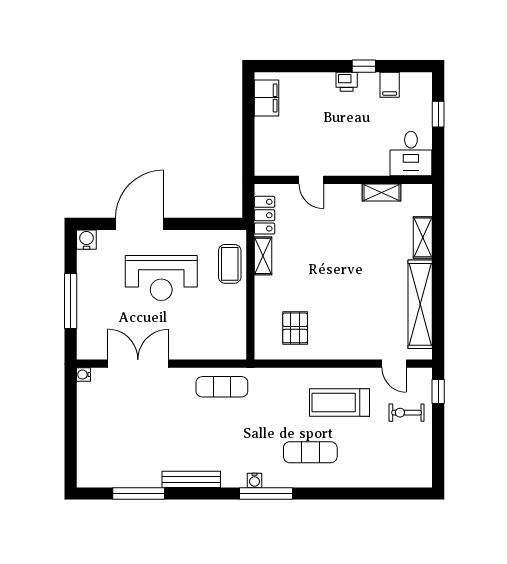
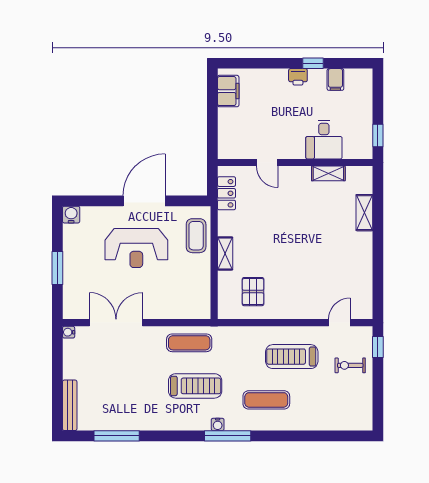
window: (438, 114) -> (378, 136), moved
desk: (411, 154) -> (324, 140), moved
door: (140, 224) -> (144, 201), moved
shelving: (263, 256) -> (225, 253), moved
window: (71, 301) -> (57, 268), width x0.69
shelving: (420, 304) -> (362, 271), removed
door: (394, 364) -> (339, 323), swing flipped
treadmill: (229, 436) -> (195, 386), added
bench: (191, 479) -> (70, 405), moved, turned 90

